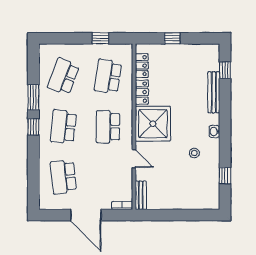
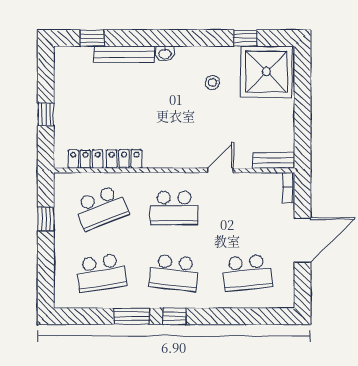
school desk: (63, 76) -> (101, 273), turned -30
school desk: (108, 76) -> (101, 208), turned -30
shower: (153, 124) -> (266, 72), moved
washbasin: (214, 132) -> (165, 53), moved

